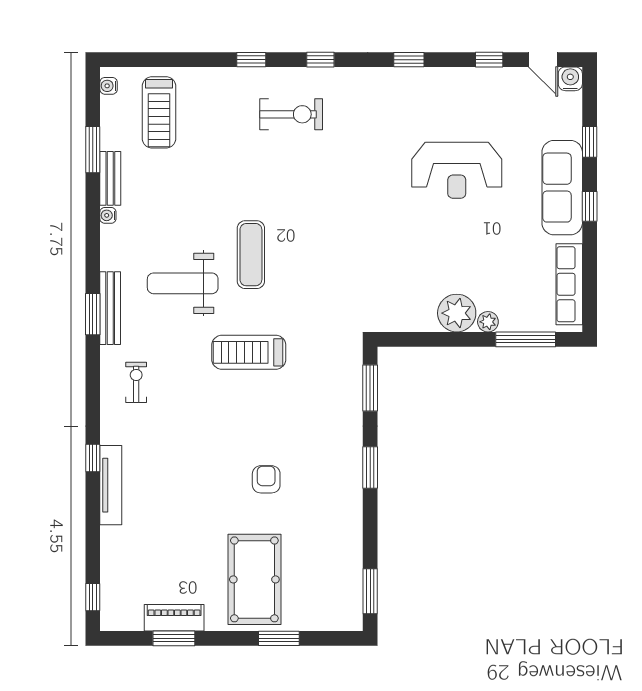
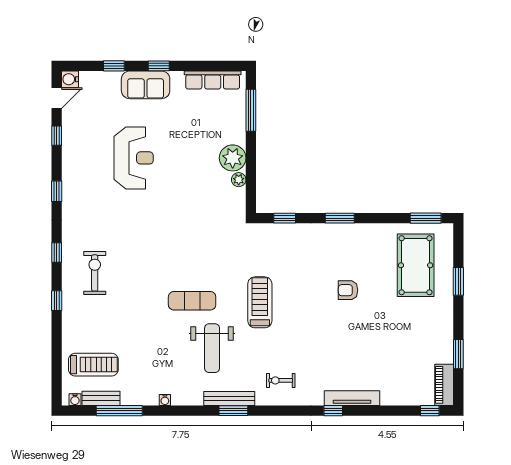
window: (93, 150) -> (119, 411), width x1.44
bench: (110, 178) -> (101, 398), moved
sofa: (562, 188) -> (146, 85), width x0.73
plant: (488, 322) -> (239, 180), moved
treadmill: (249, 352) -> (260, 302), turned 180
window: (370, 388) -> (285, 218), width x0.67
pool table: (254, 579) -> (416, 265), moved, turned 90
piano: (174, 618) -> (444, 385), moved

